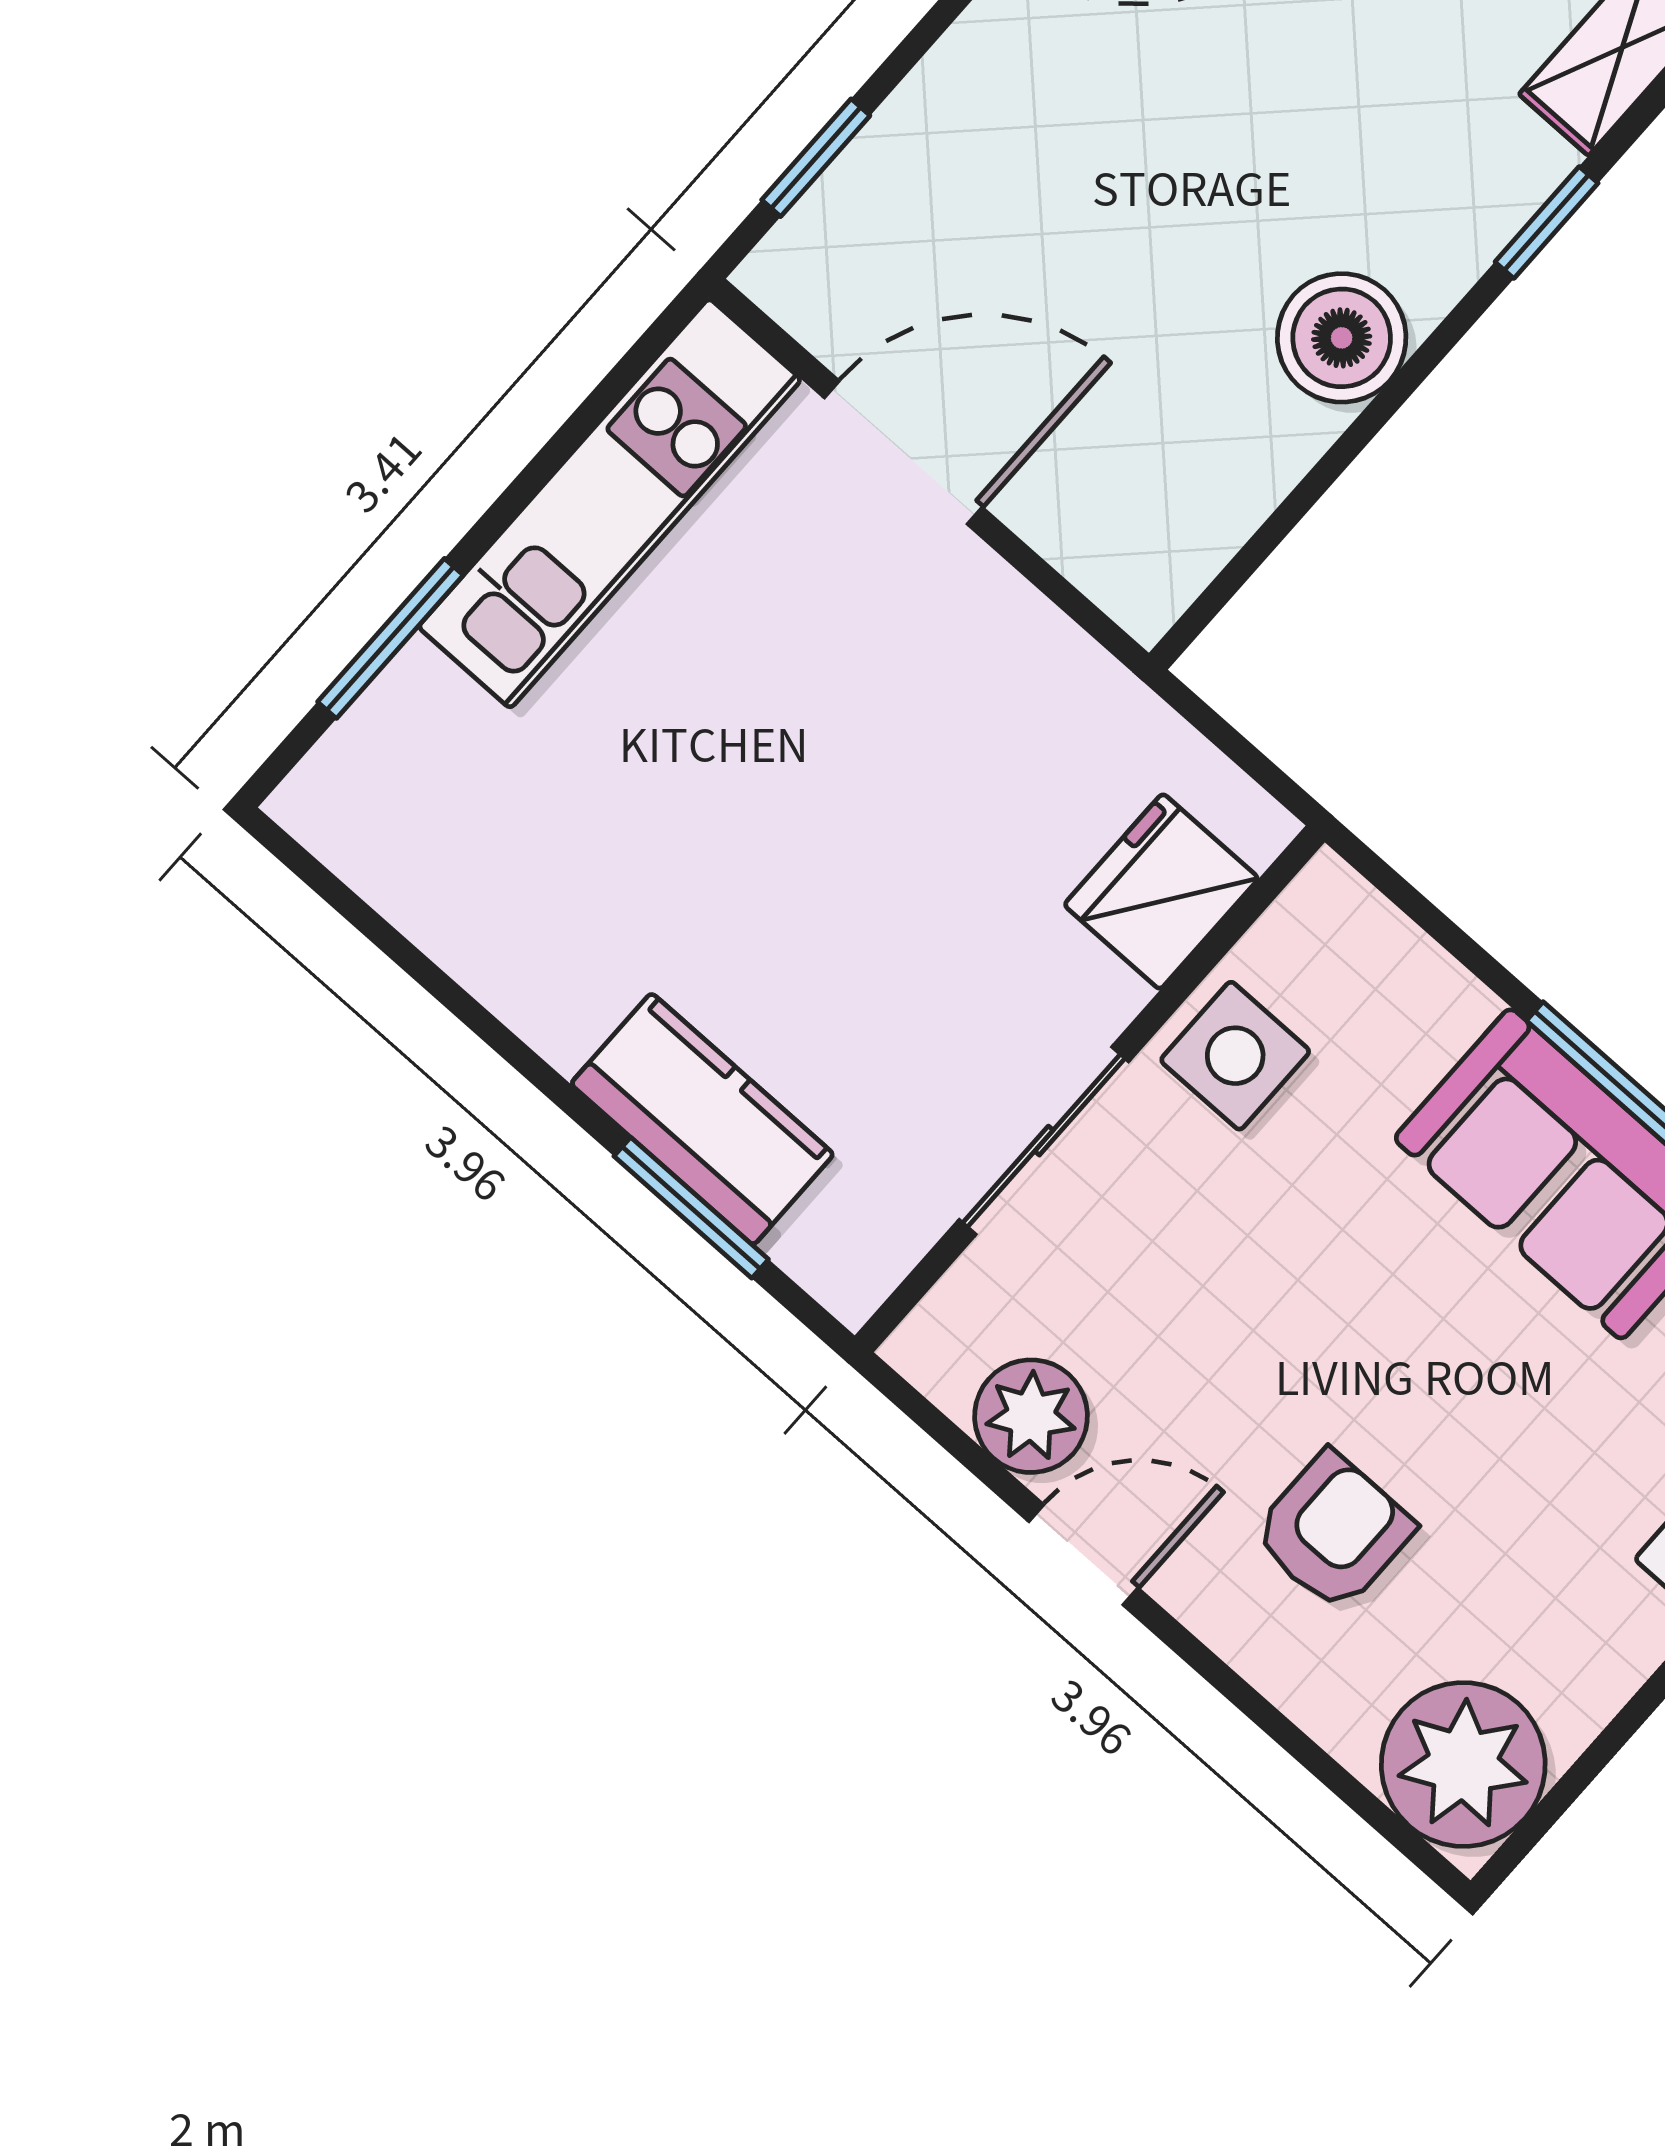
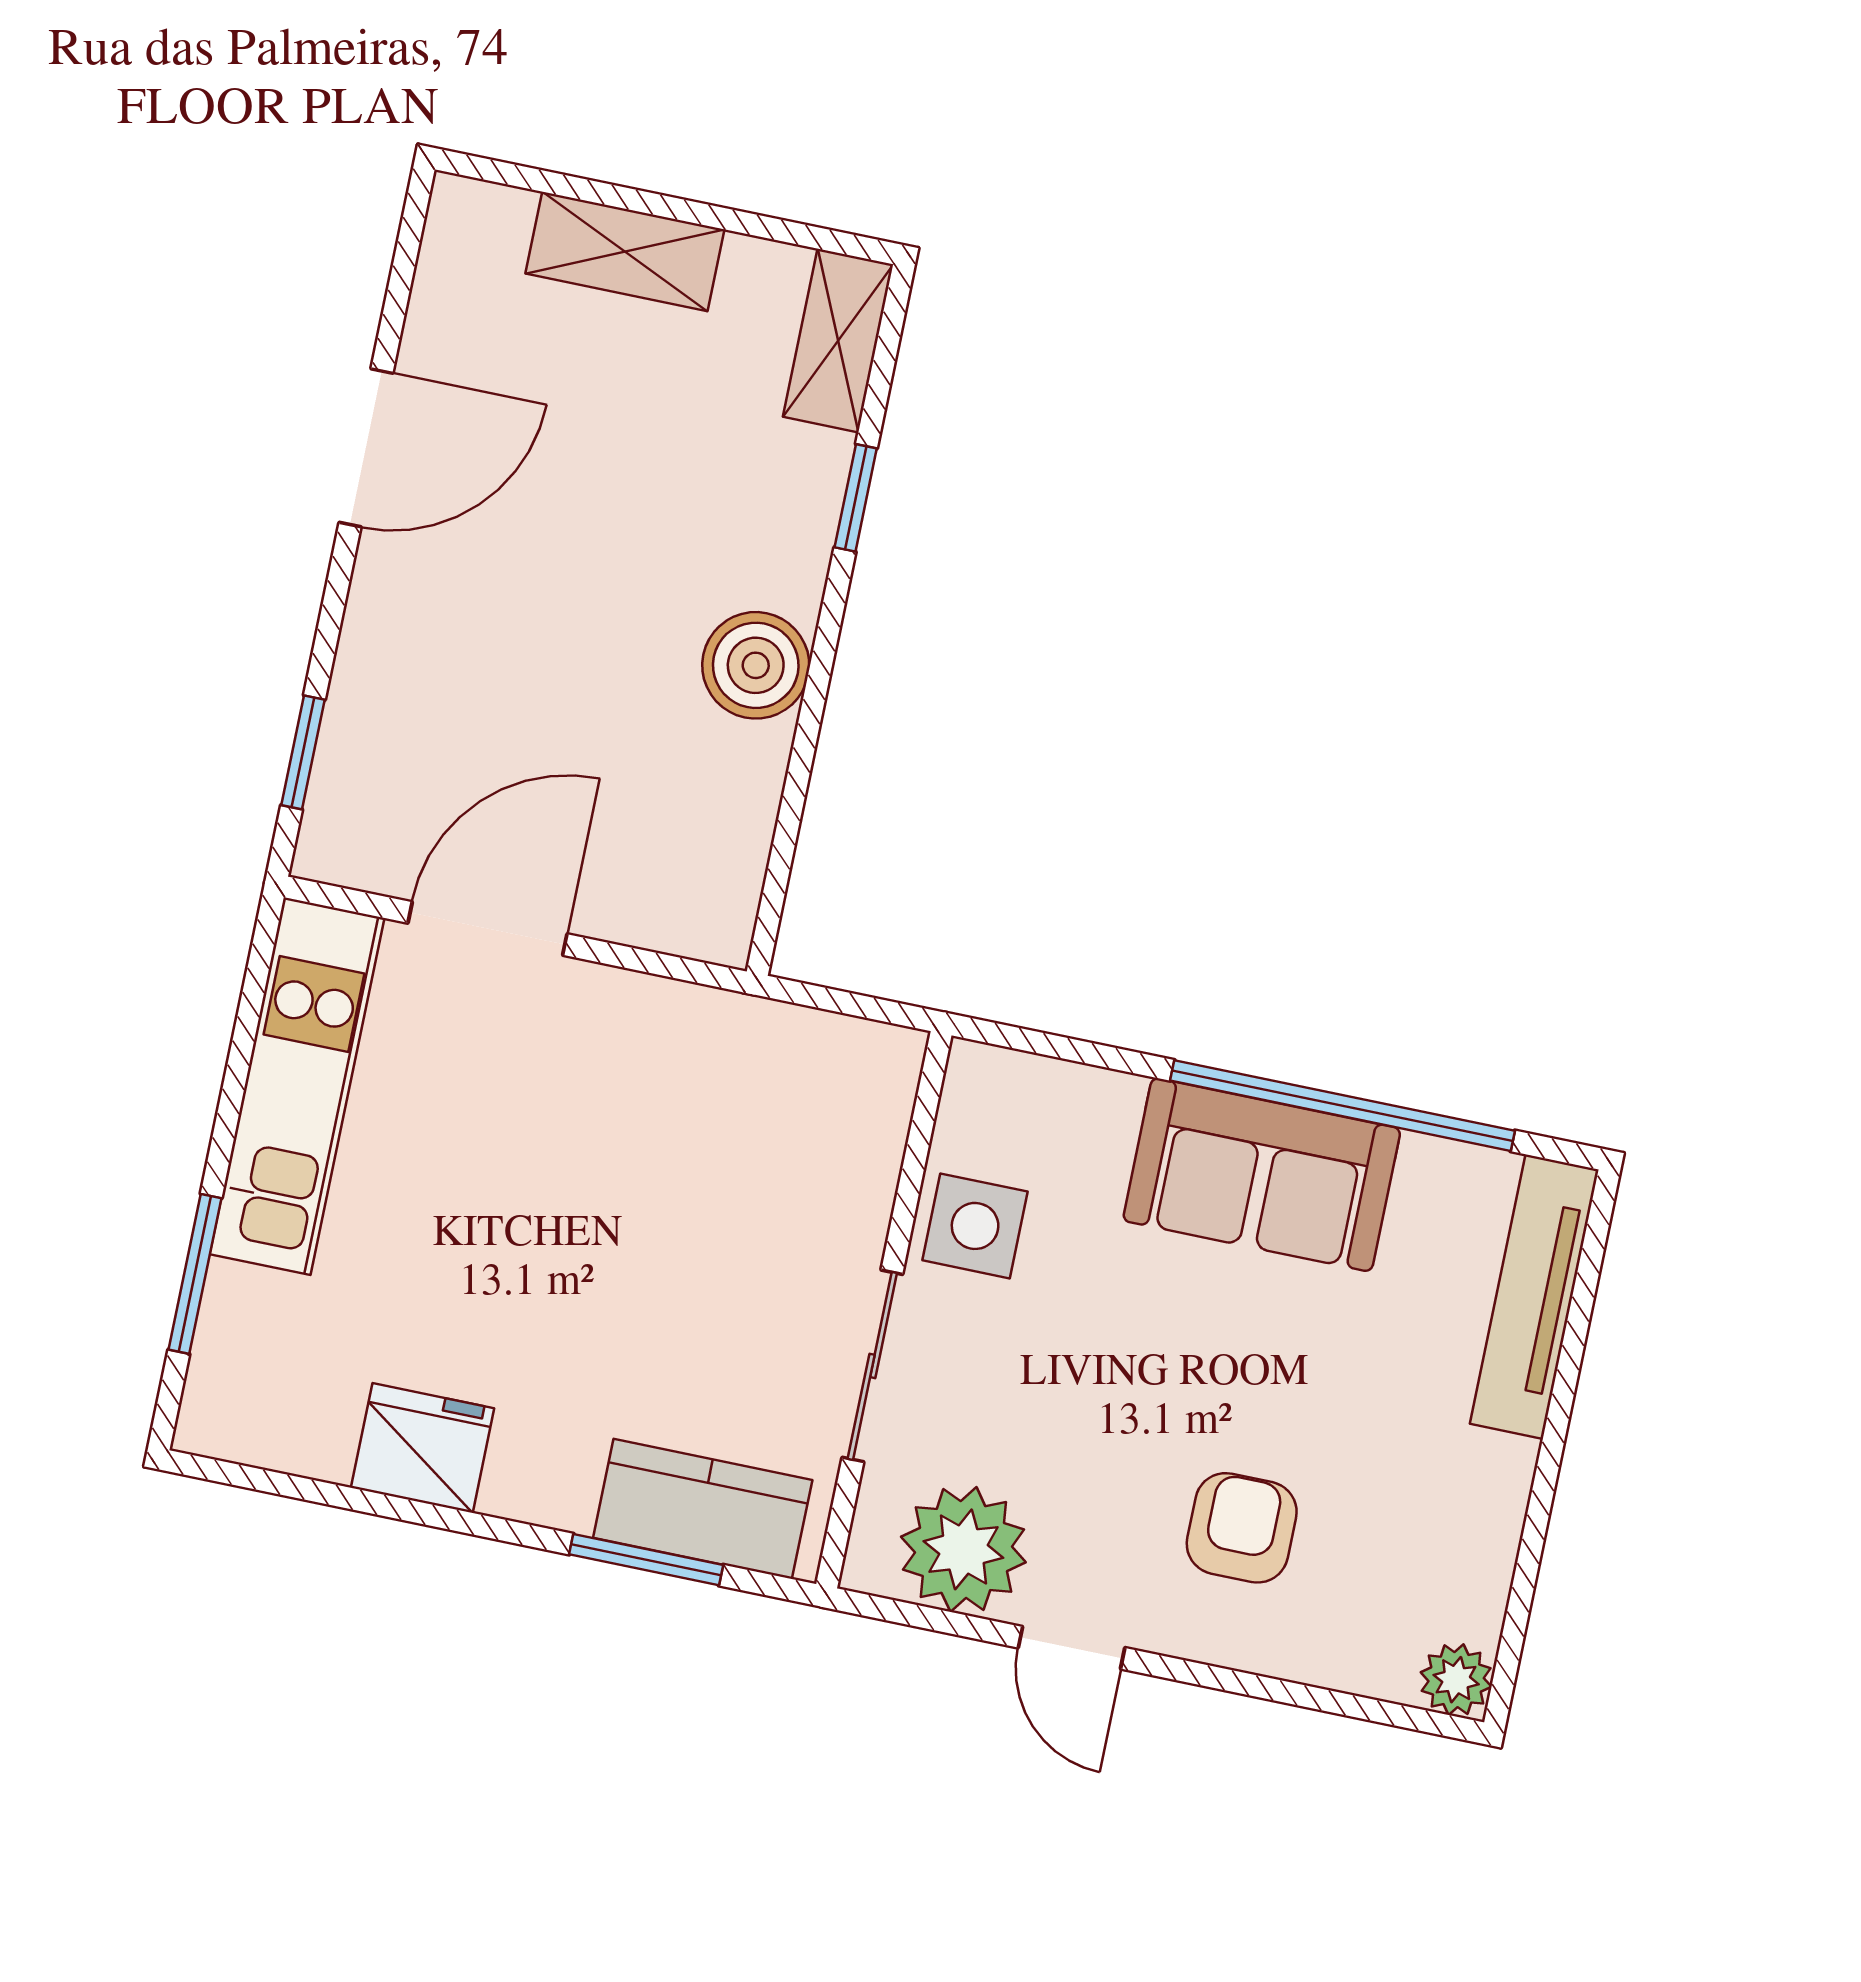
fridge: (1161, 892) -> (423, 1448), moved, turned 90
kitchen counter: (702, 1119) -> (703, 1509), moved
plant: (1031, 1416) -> (963, 1549), width x1.36, depth x1.36
door: (1083, 1555) -> (1072, 1648), swing flipped
plant: (1463, 1764) -> (1456, 1680), width x0.53, depth x0.53

